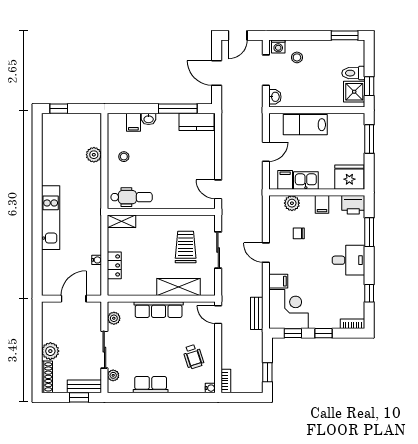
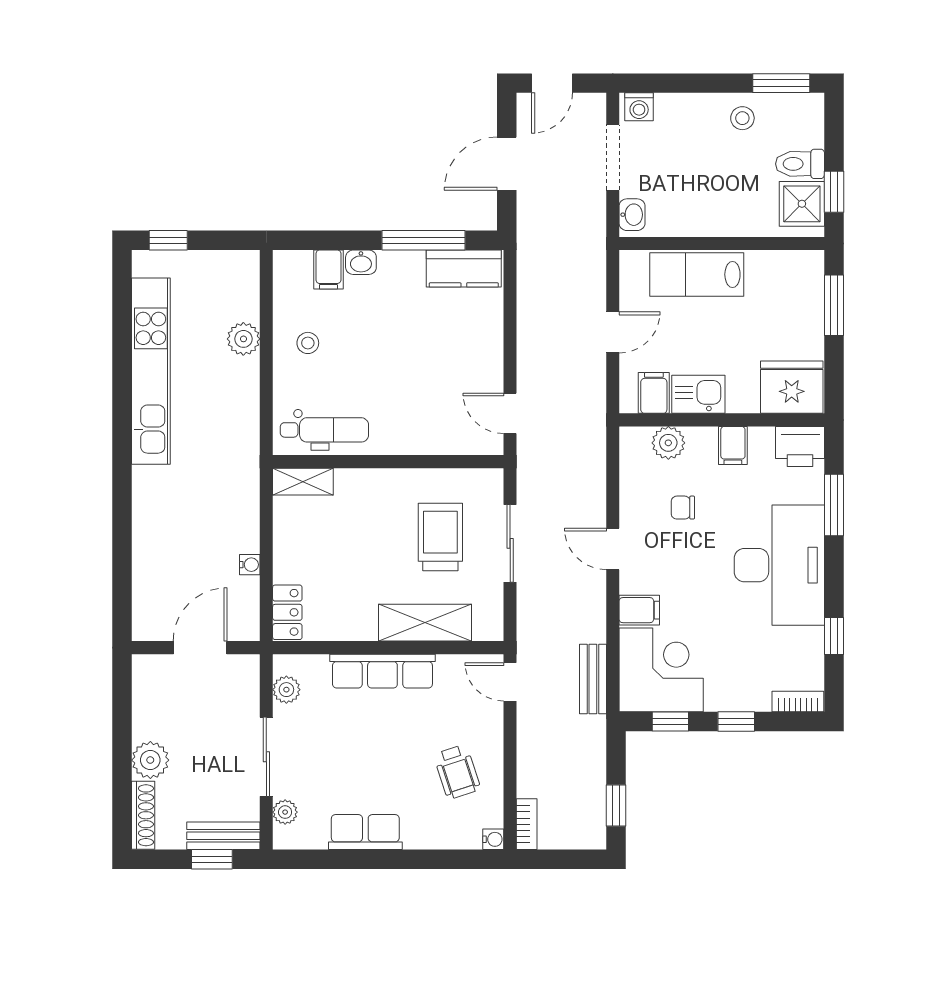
stool: (297, 57) -> (742, 118), moved
door: (217, 73) -> (507, 164), hinge flipped
kitchen unit: (51, 218) -> (151, 371), moved, width x1.36
desk: (349, 260) -> (779, 565), width x1.87, depth x1.30
locker: (114, 265) -> (287, 612), moved

